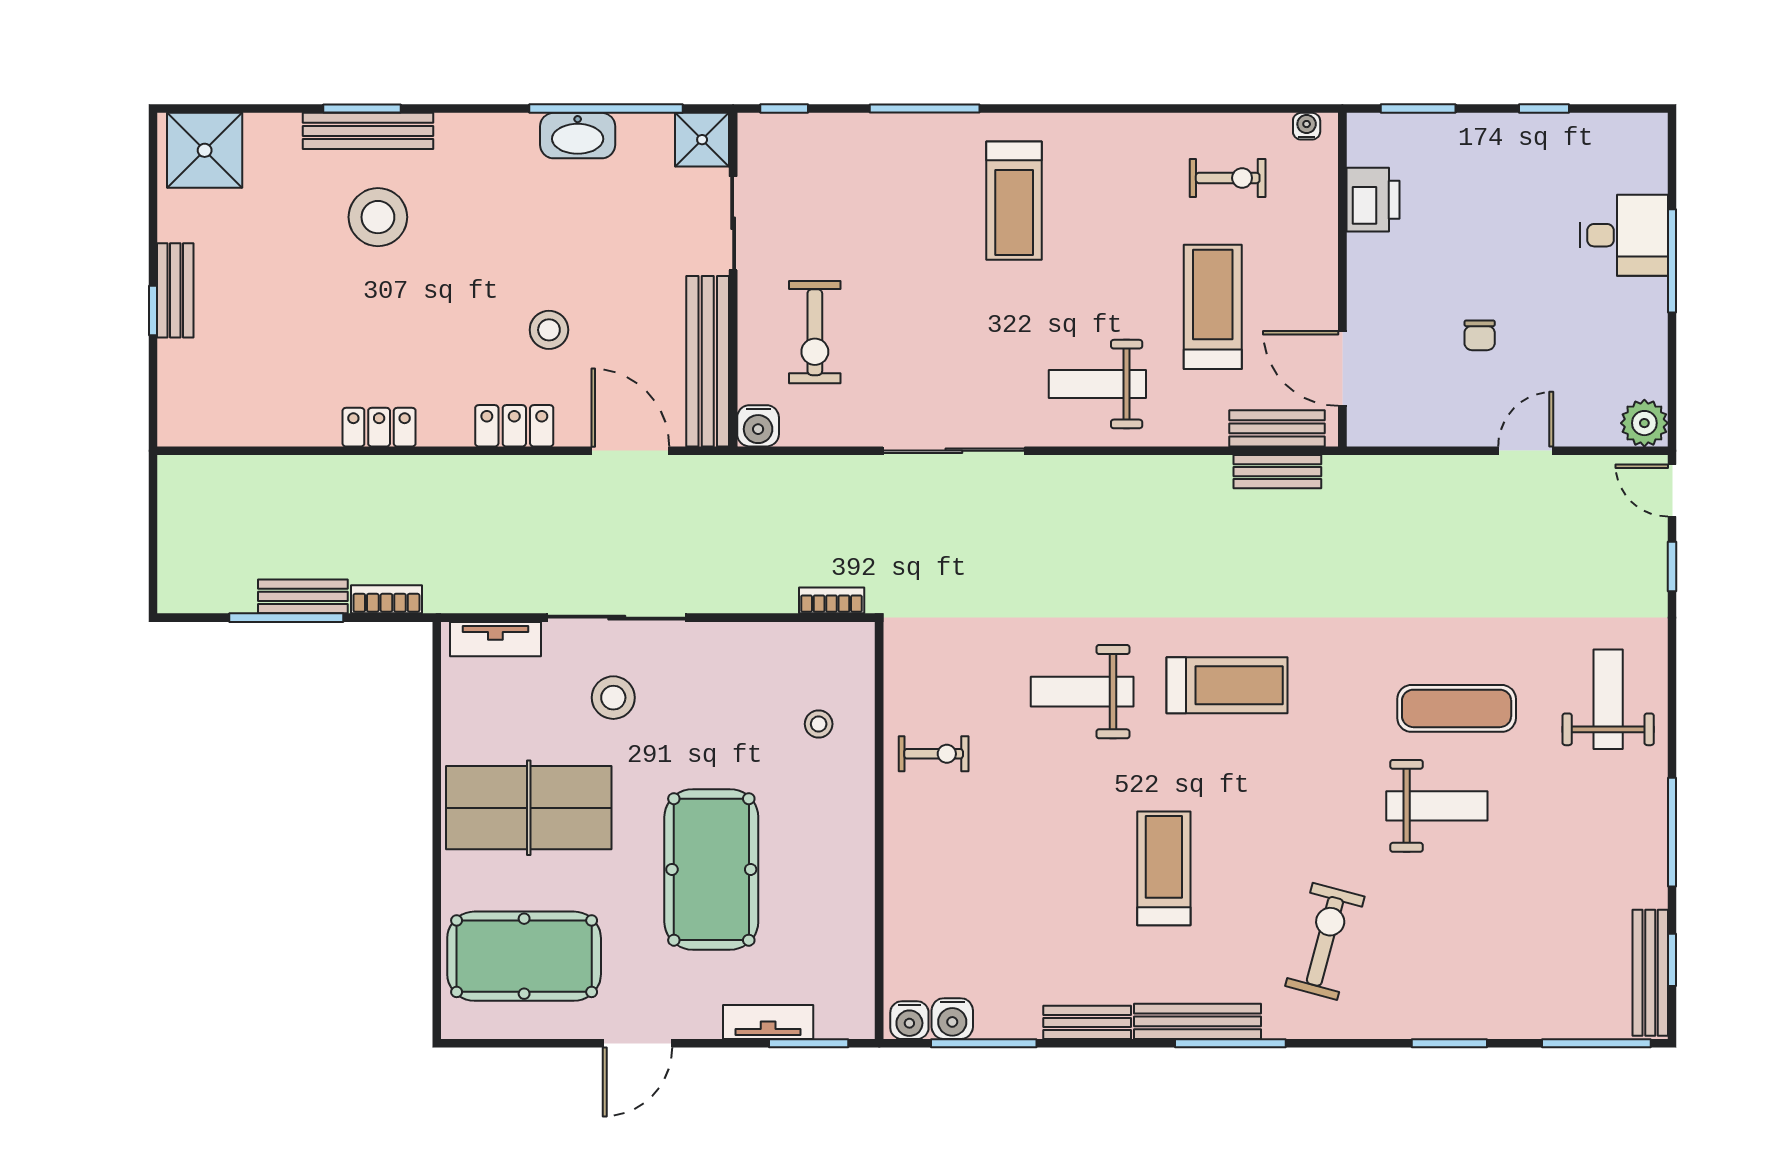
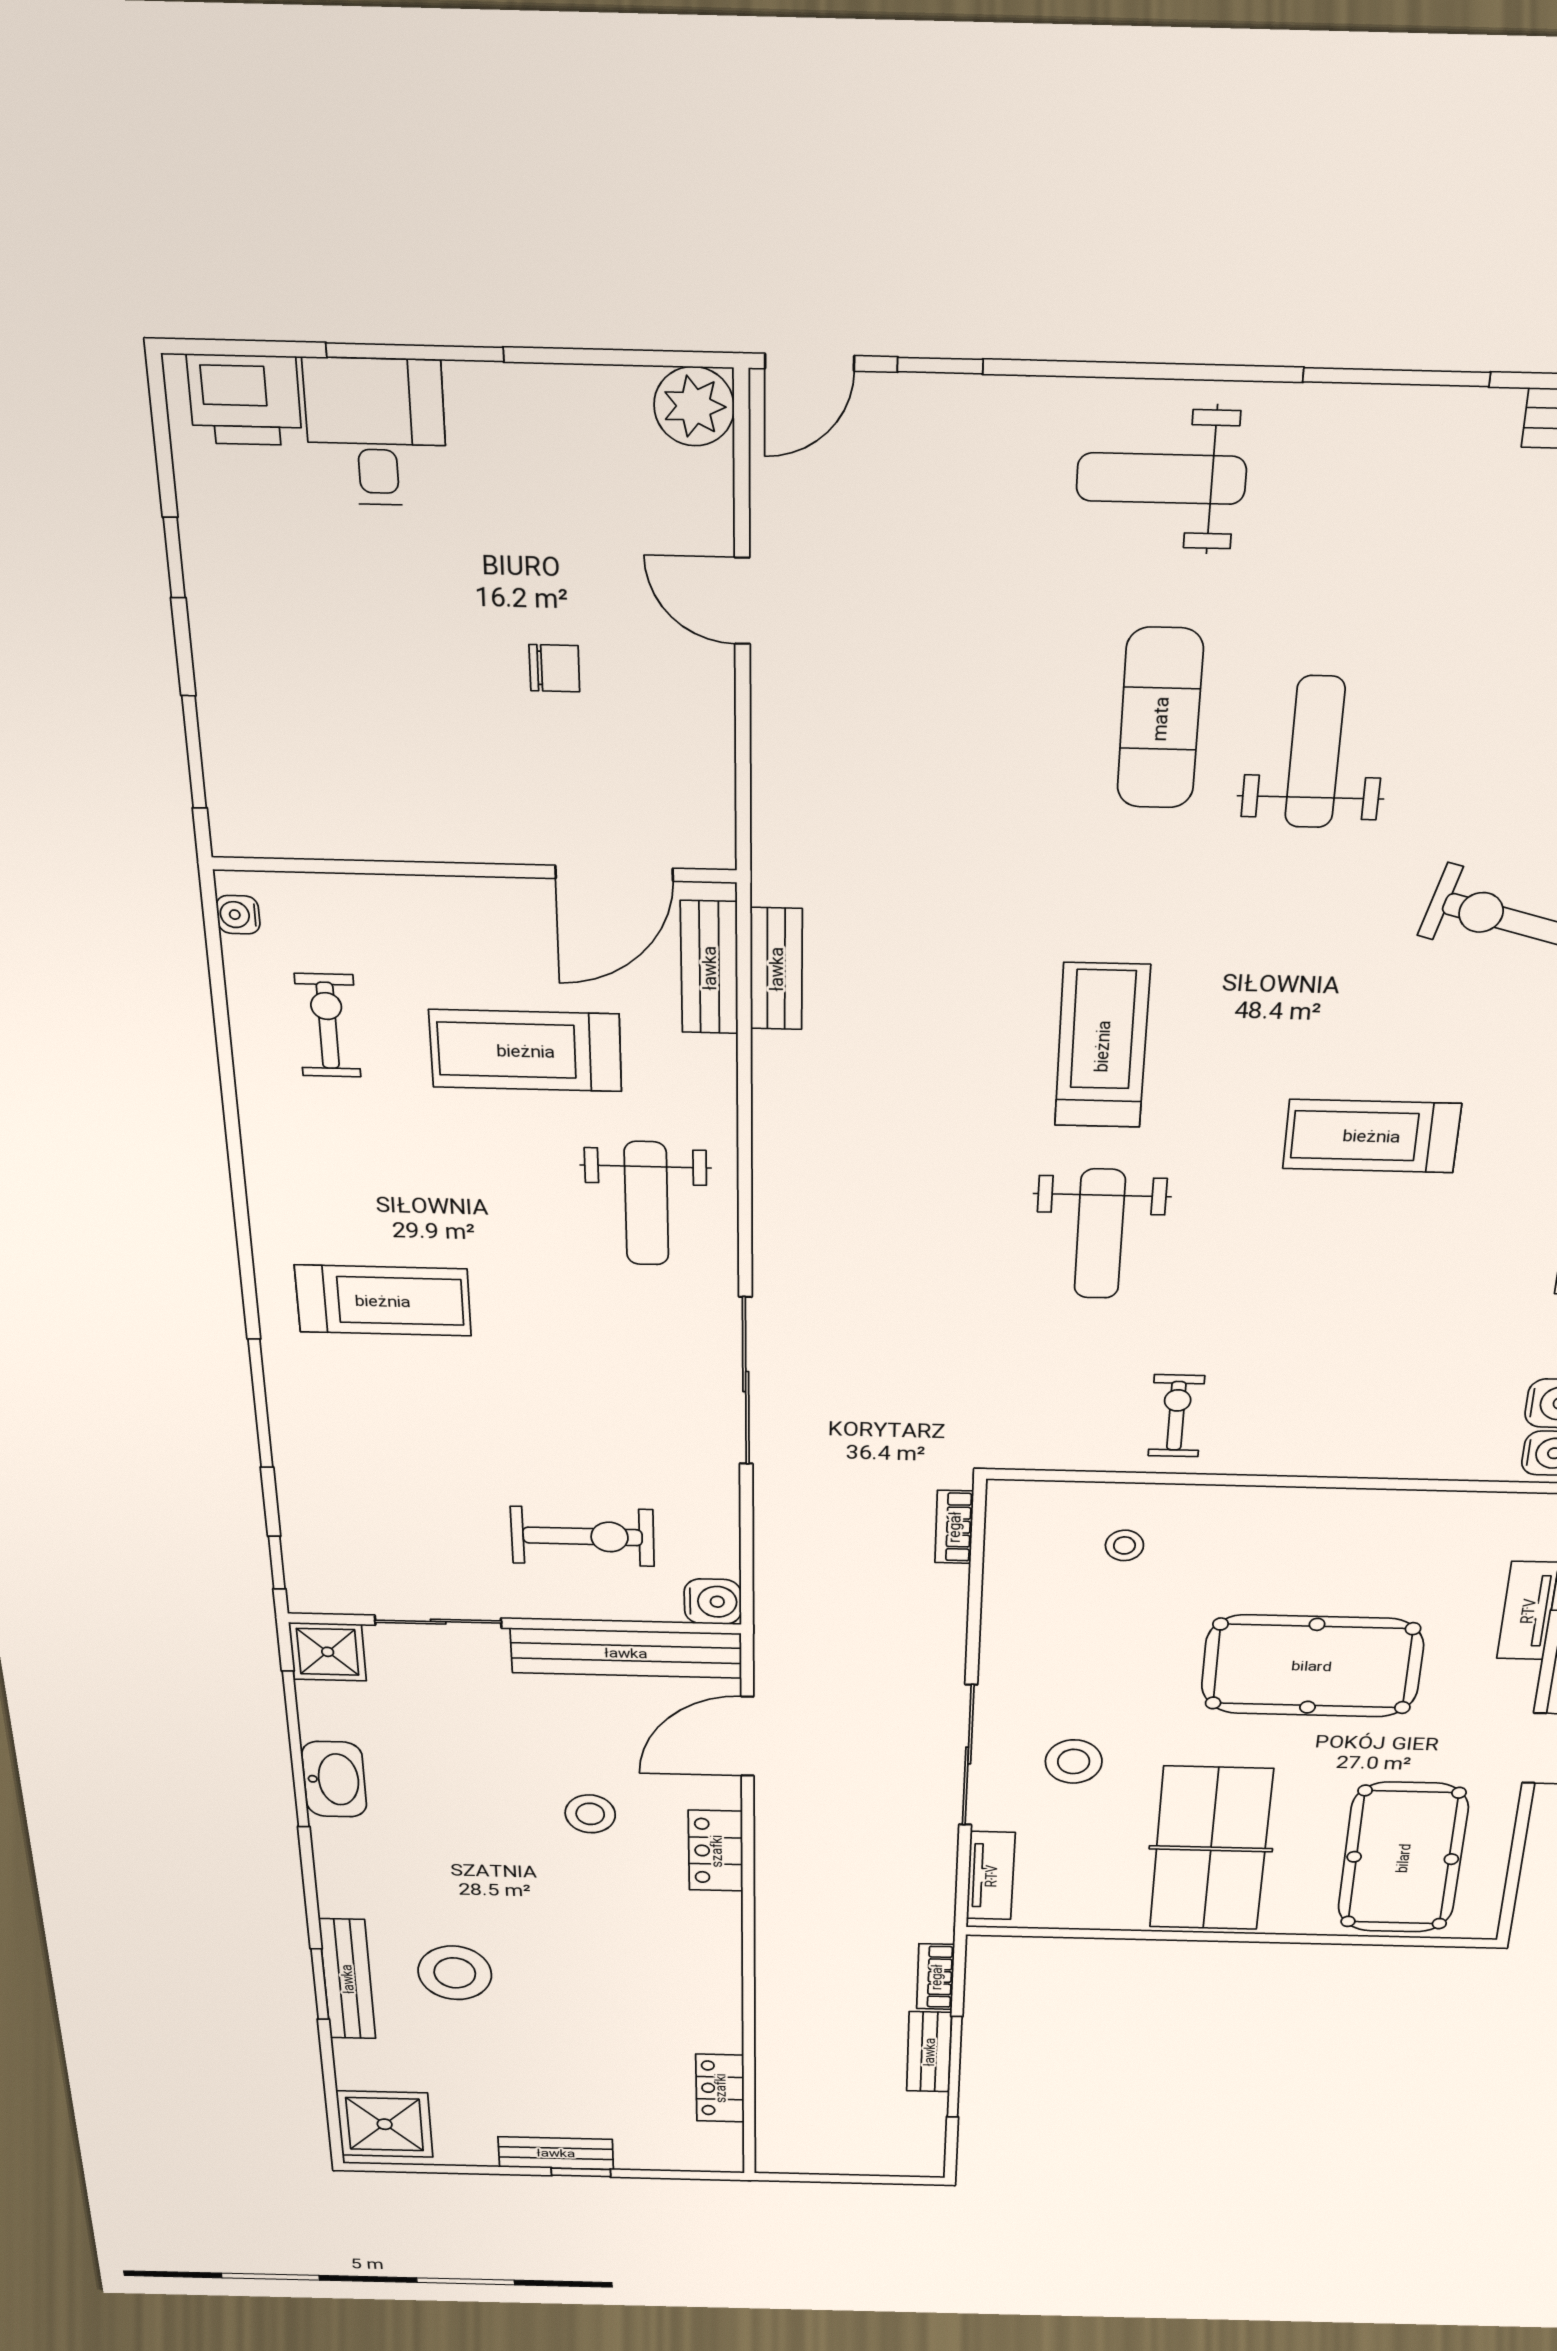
printer: (1373, 200) -> (245, 400), moved, turned 180
locker: (379, 427) -> (720, 2088), moved

